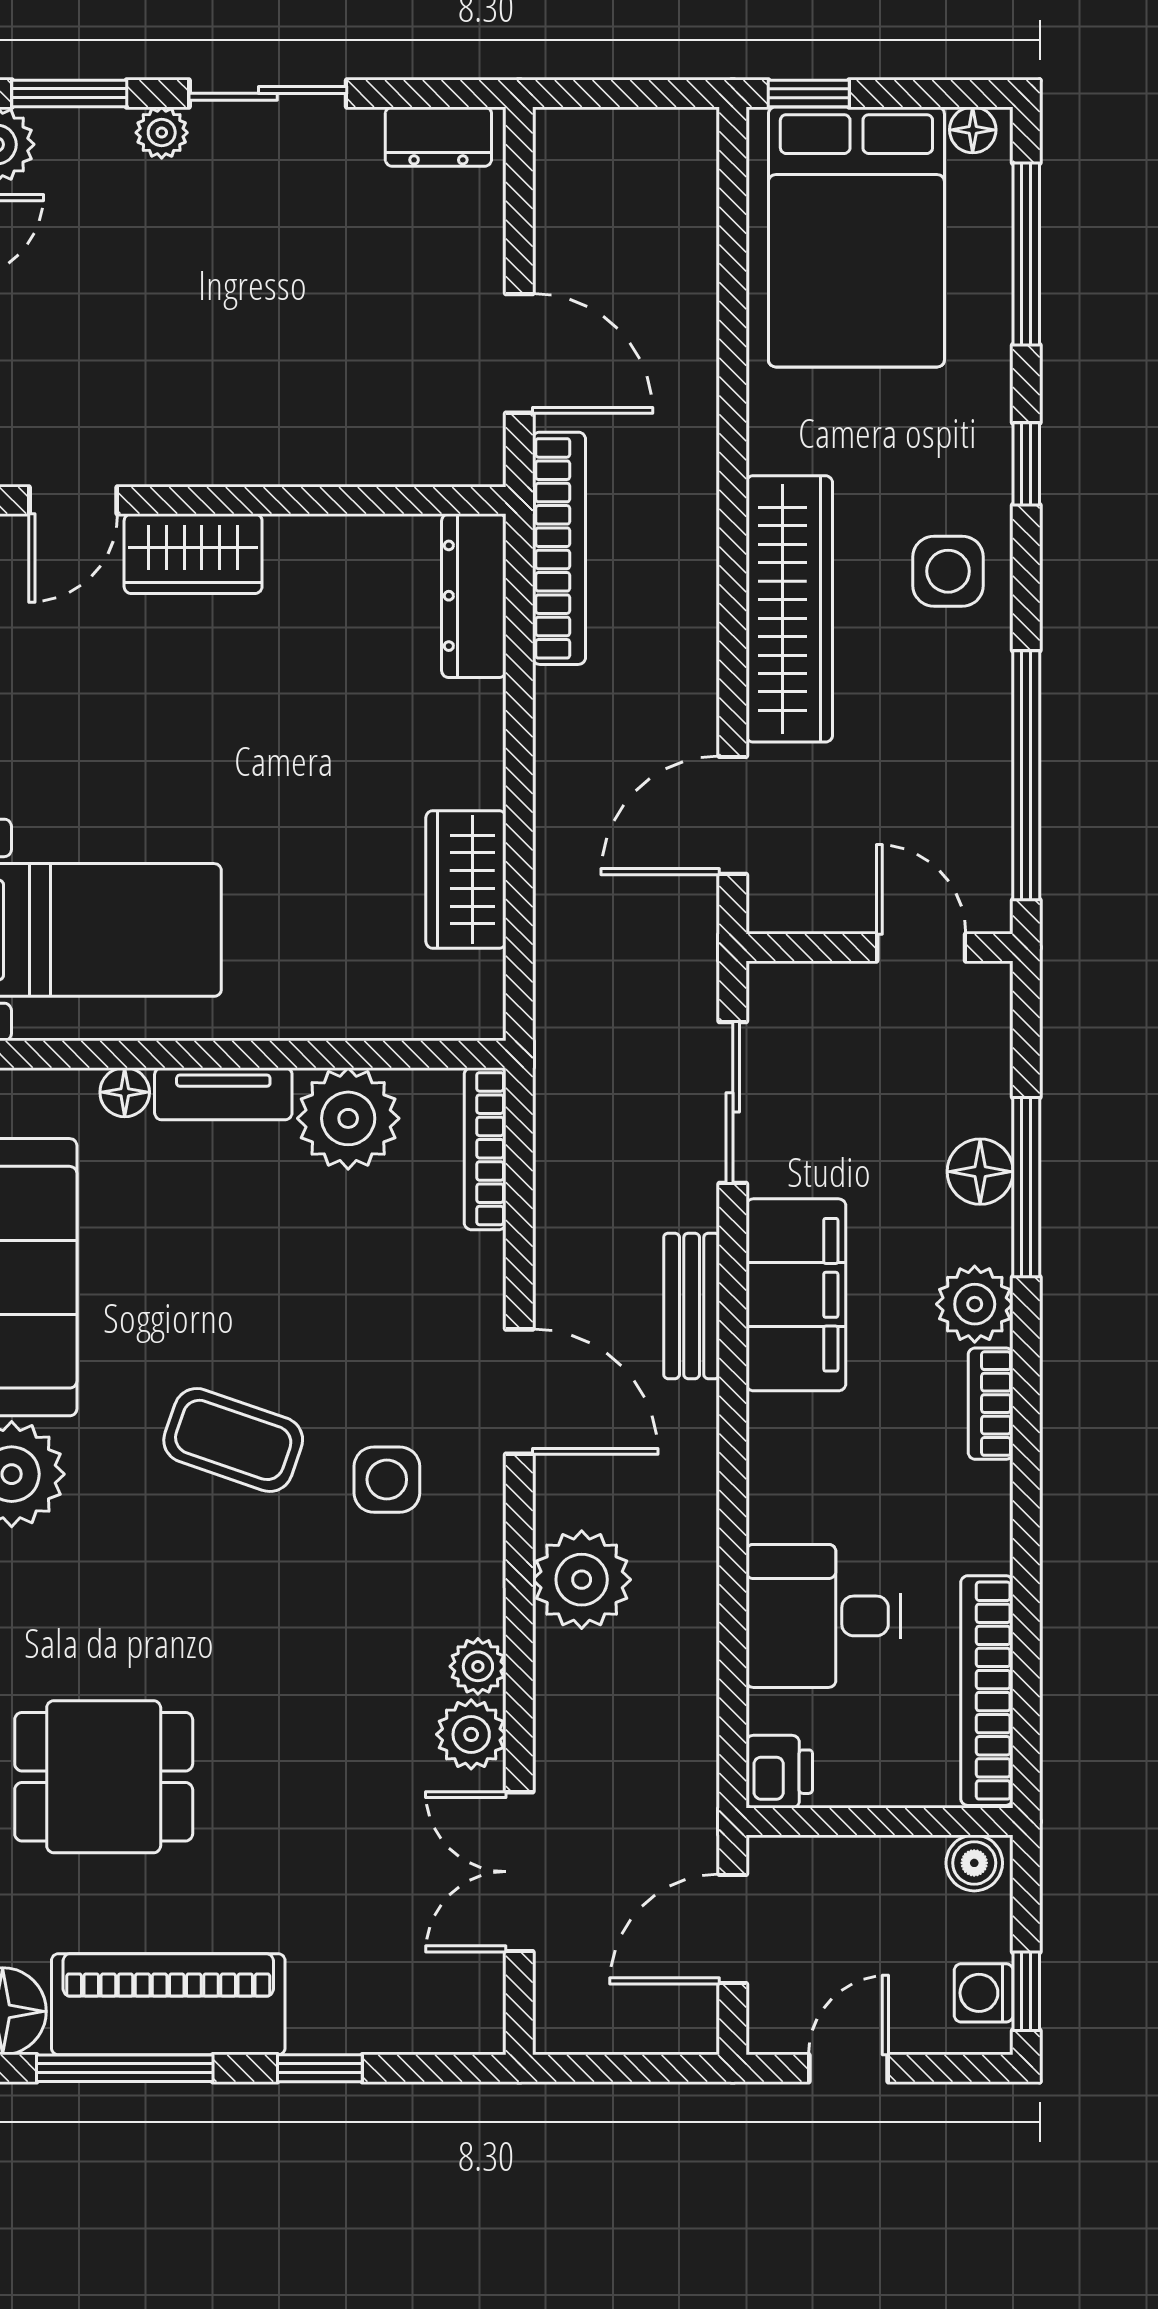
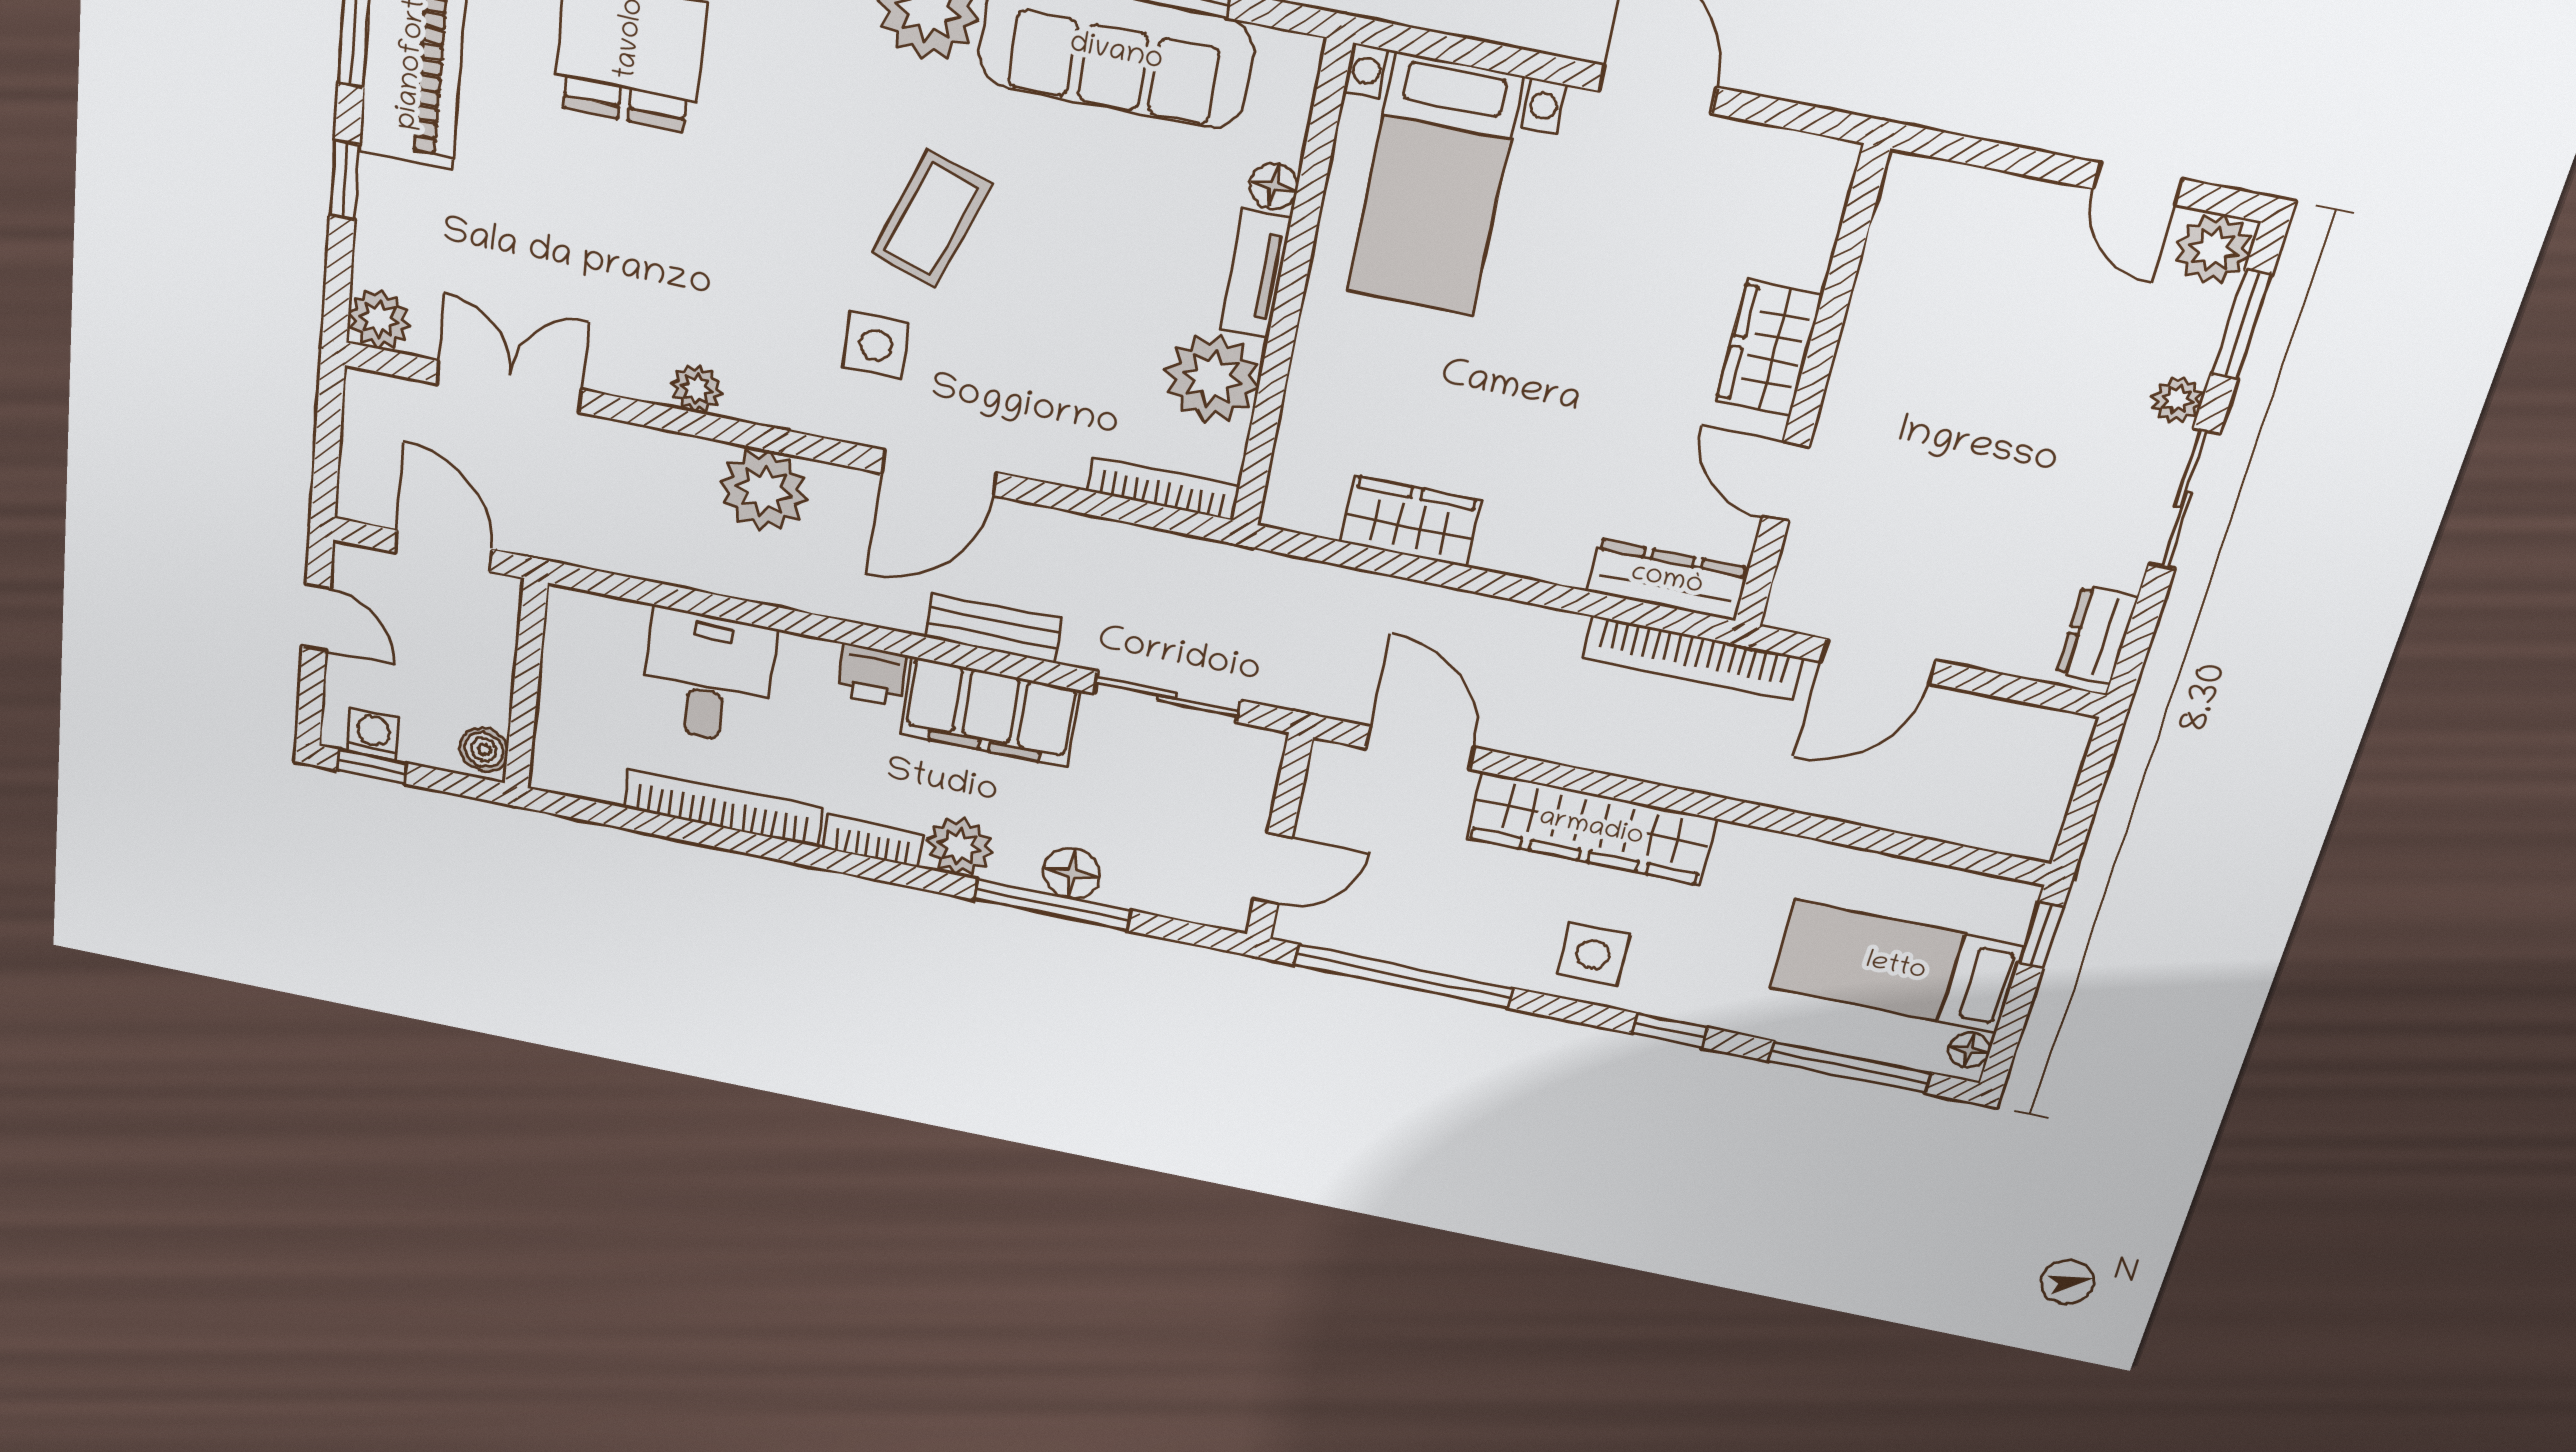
bed: (856, 237) -> (1896, 967), width x0.67
door: (73, 500) -> (1786, 482), moved
bookcase: (987, 1691) -> (723, 808), moved
plant: (471, 1734) -> (379, 319), moved
printer: (779, 1772) -> (872, 675), moved

